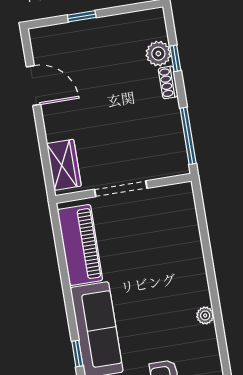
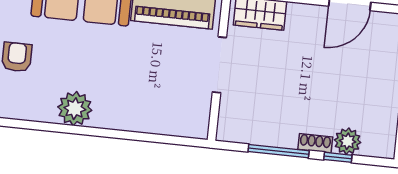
window: (188, 136) -> (279, 151), moved
plant: (205, 315) -> (75, 109), width x1.87, depth x1.87

